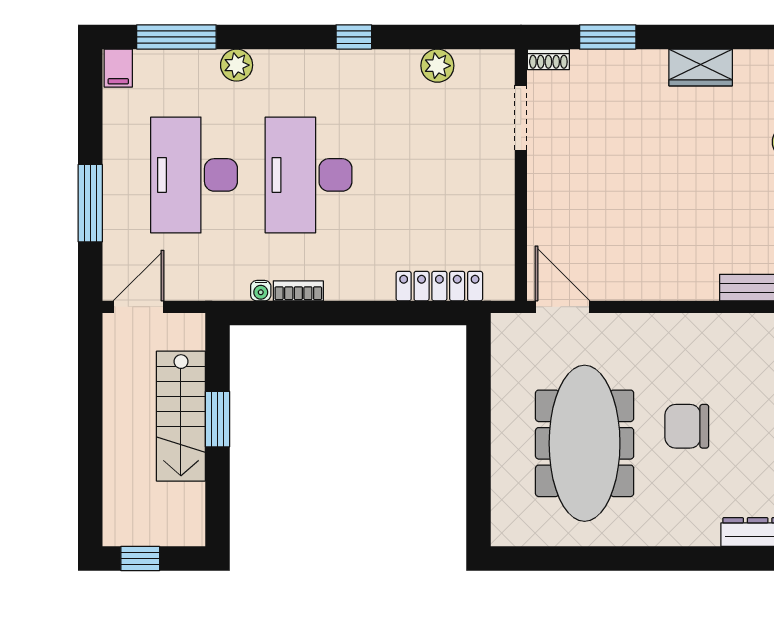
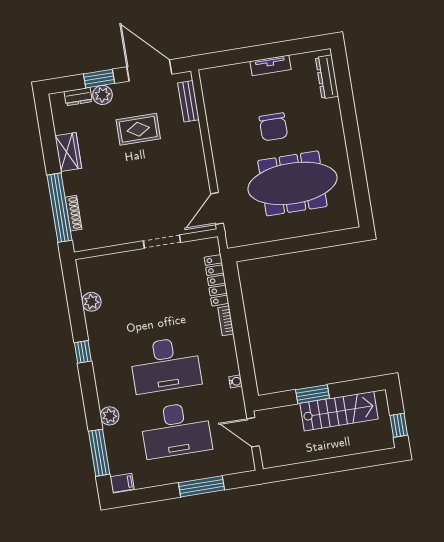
window: (608, 37) -> (59, 208), width x2.11
shoe rack: (548, 59) -> (73, 213), moved, width x1.43
doorway: (521, 118) -> (162, 242), moved
rug: (720, 194) -> (138, 129), added
bookcase: (298, 291) -> (226, 321), moved
door: (138, 307) -> (253, 432), moved
stairs: (181, 416) -> (339, 411), moved

